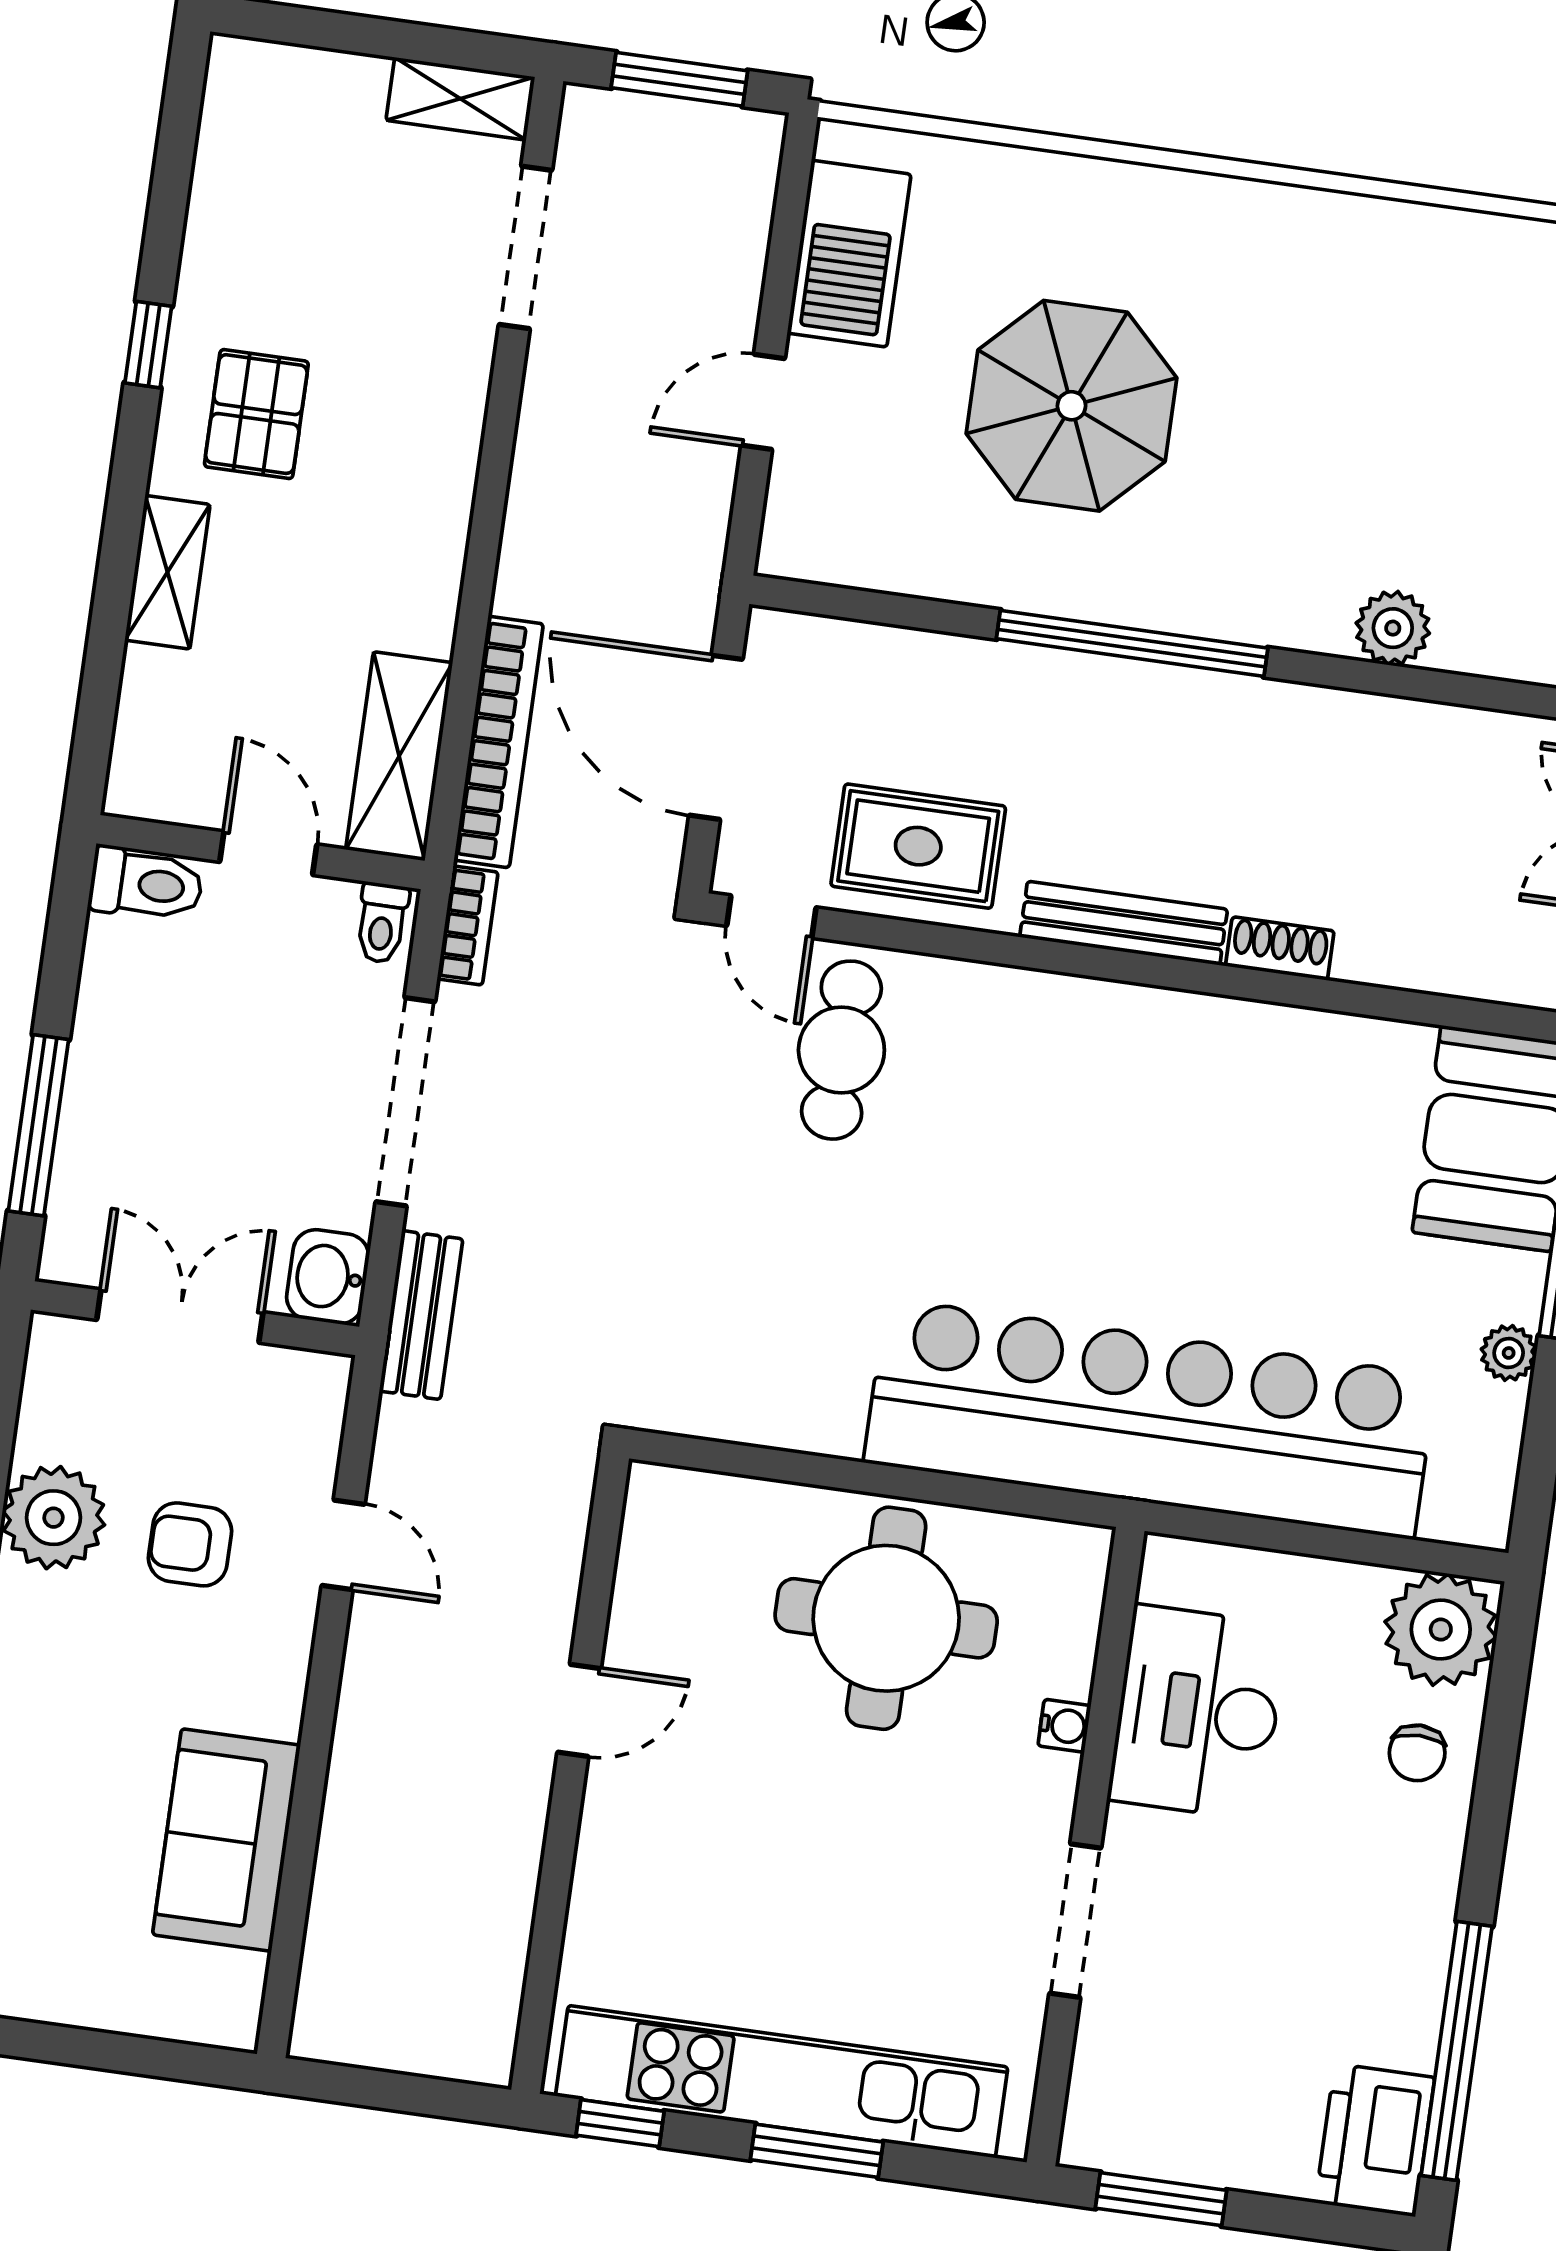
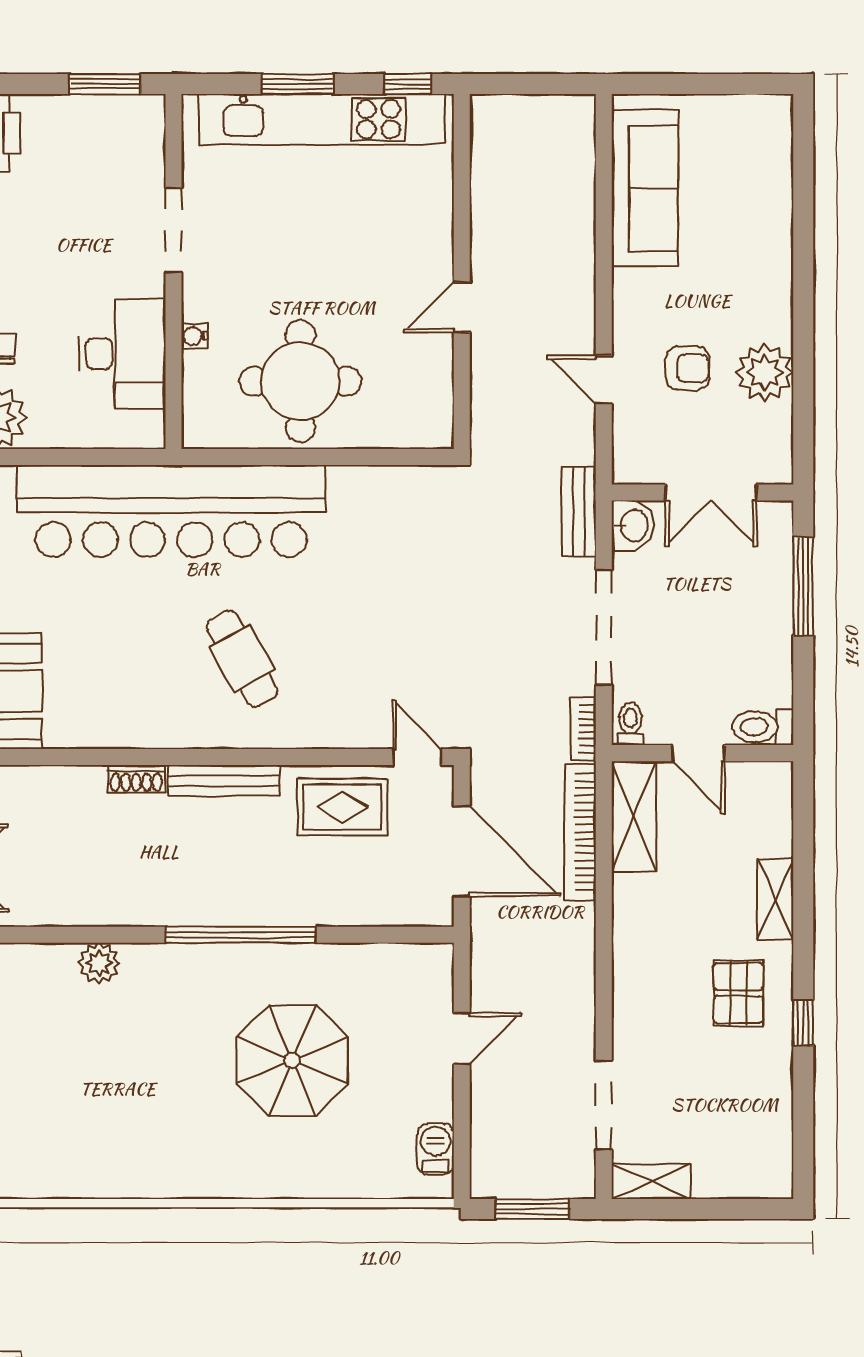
barbecue: (849, 254) -> (436, 1149), width x0.53, depth x0.65
cafe table: (841, 1050) -> (242, 659), moved, turned -30
sofa: (226, 1840) -> (645, 188), width x1.36

